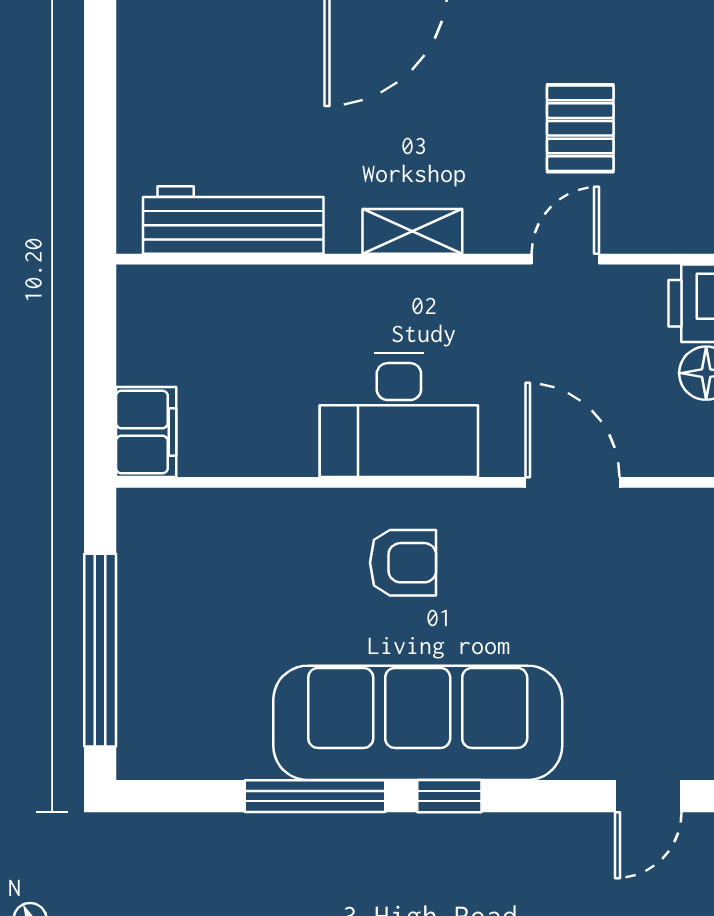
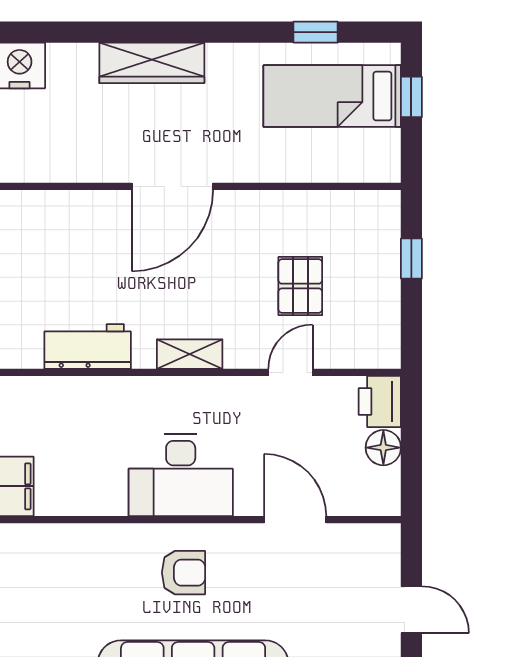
workbench: (233, 220) -> (88, 346), width x0.73

